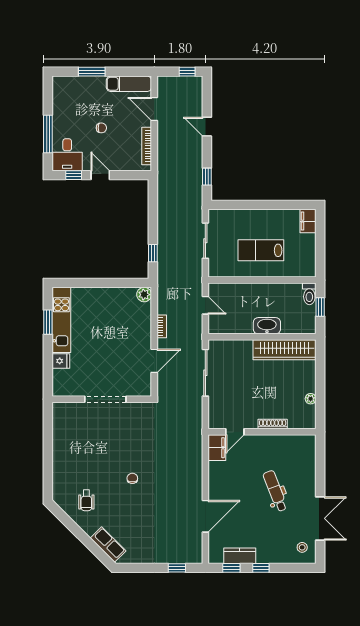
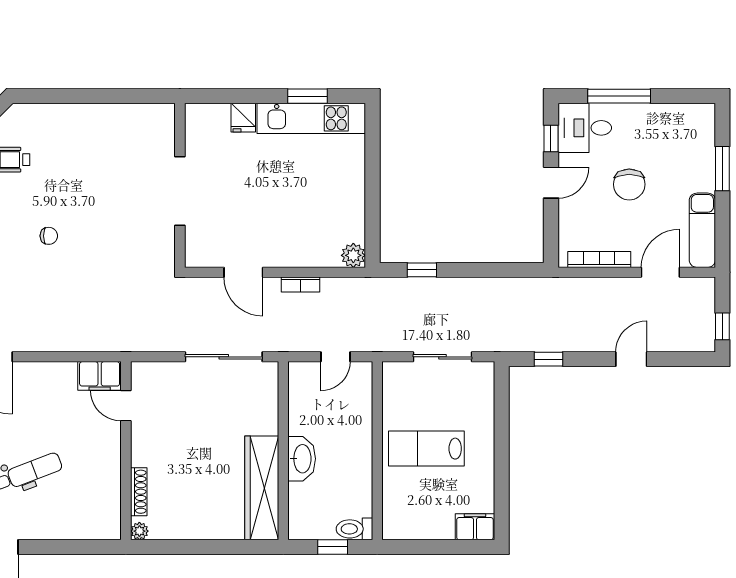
chair: (101, 128) -> (629, 184), width x1.87, depth x1.87
lab bench: (261, 250) -> (426, 449), turned -90
plant: (311, 399) -> (139, 531), moved
shoe rack: (273, 424) -> (139, 492), moved

